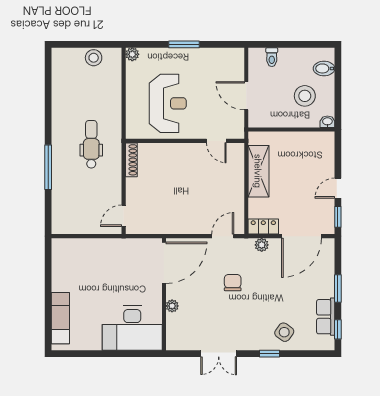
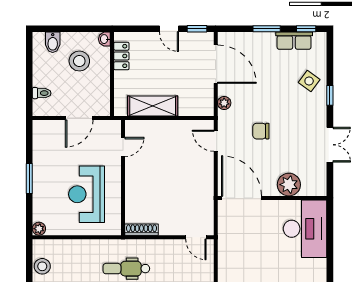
reception desk: (168, 103) -> (87, 194), turned -90
locker: (263, 227) -> (121, 56), moved, turned 180
plant: (172, 306) -> (289, 185), width x1.87, depth x1.87

